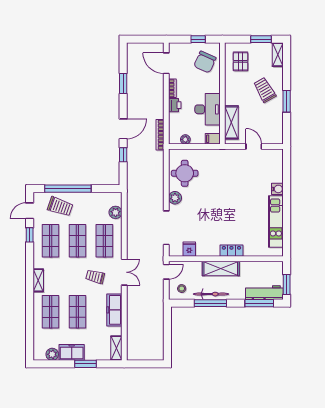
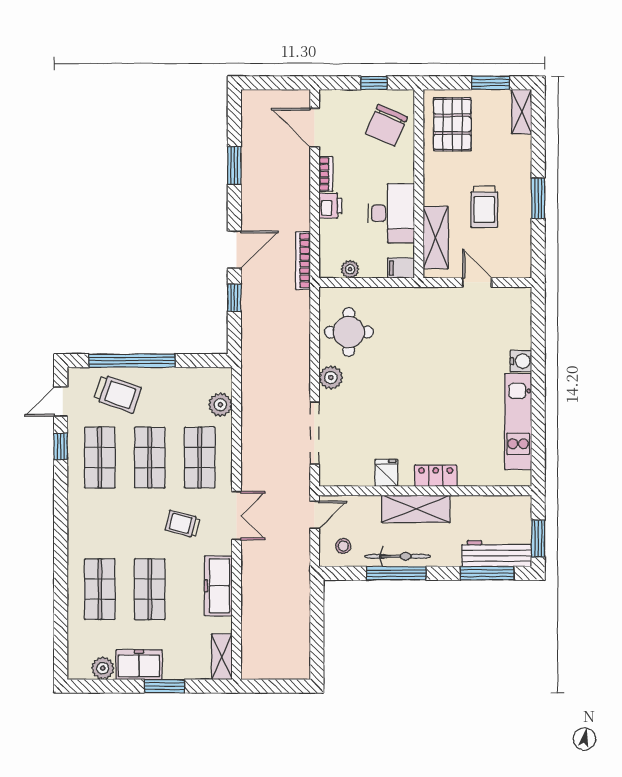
pallet: (240, 61) -> (452, 124), width x1.50, depth x1.42
trolley: (265, 90) -> (484, 207), moved, turned -150
fridge: (189, 249) -> (386, 473), moved
shelving: (38, 280) -> (77, 531), removed

